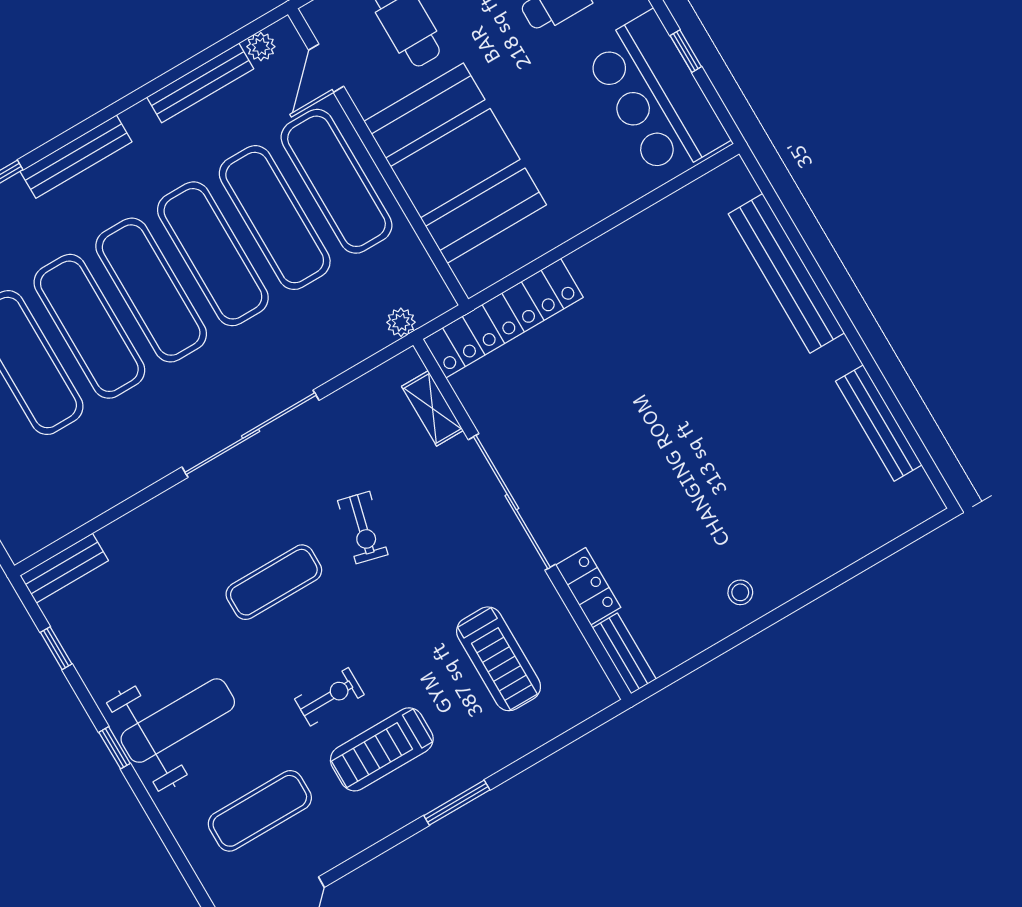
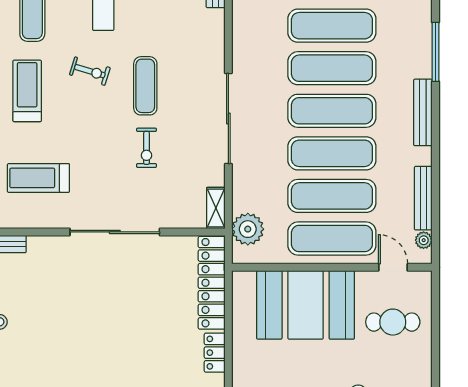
plant: (401, 322) -> (248, 229), width x1.88, depth x1.88
shelving: (432, 408) -> (216, 208), moved, turned 90
exercise bike: (363, 528) -> (147, 148), turned -104
locker: (588, 586) -> (215, 353), moved, turned 90
exercise bike: (329, 697) -> (90, 71), moved, turned -73

